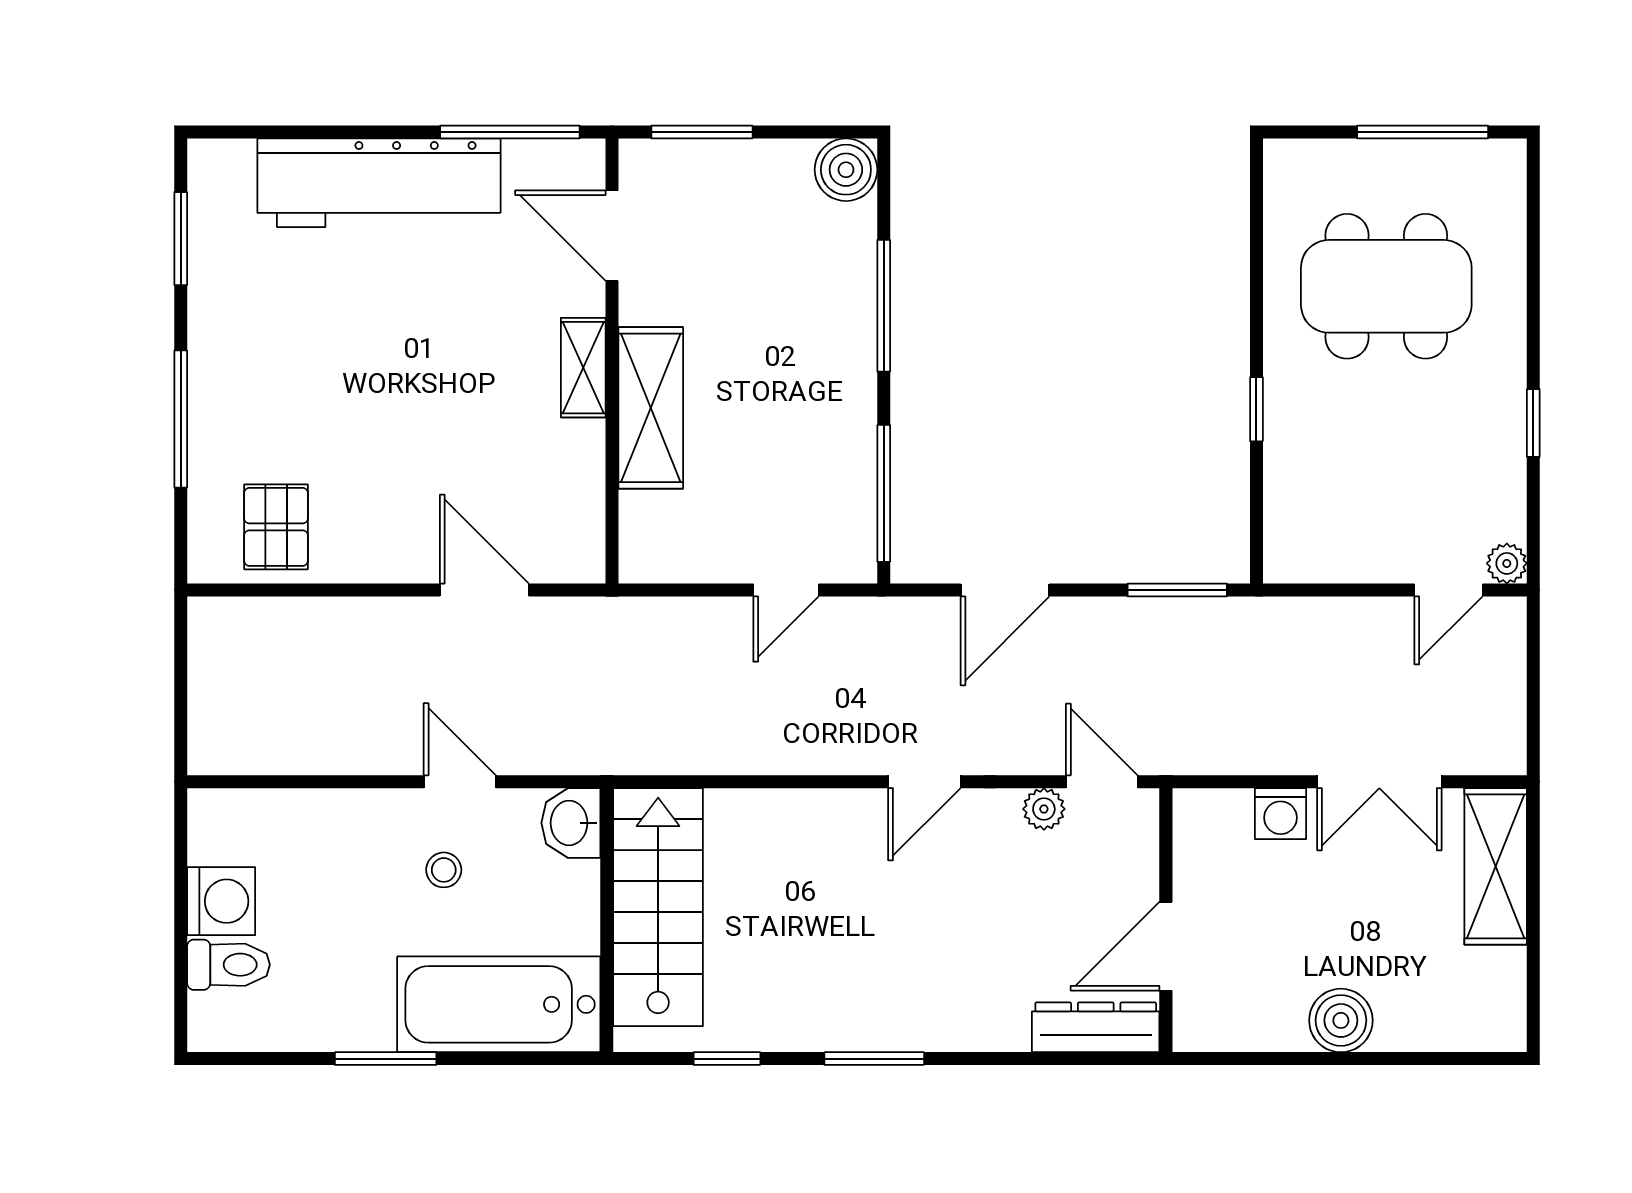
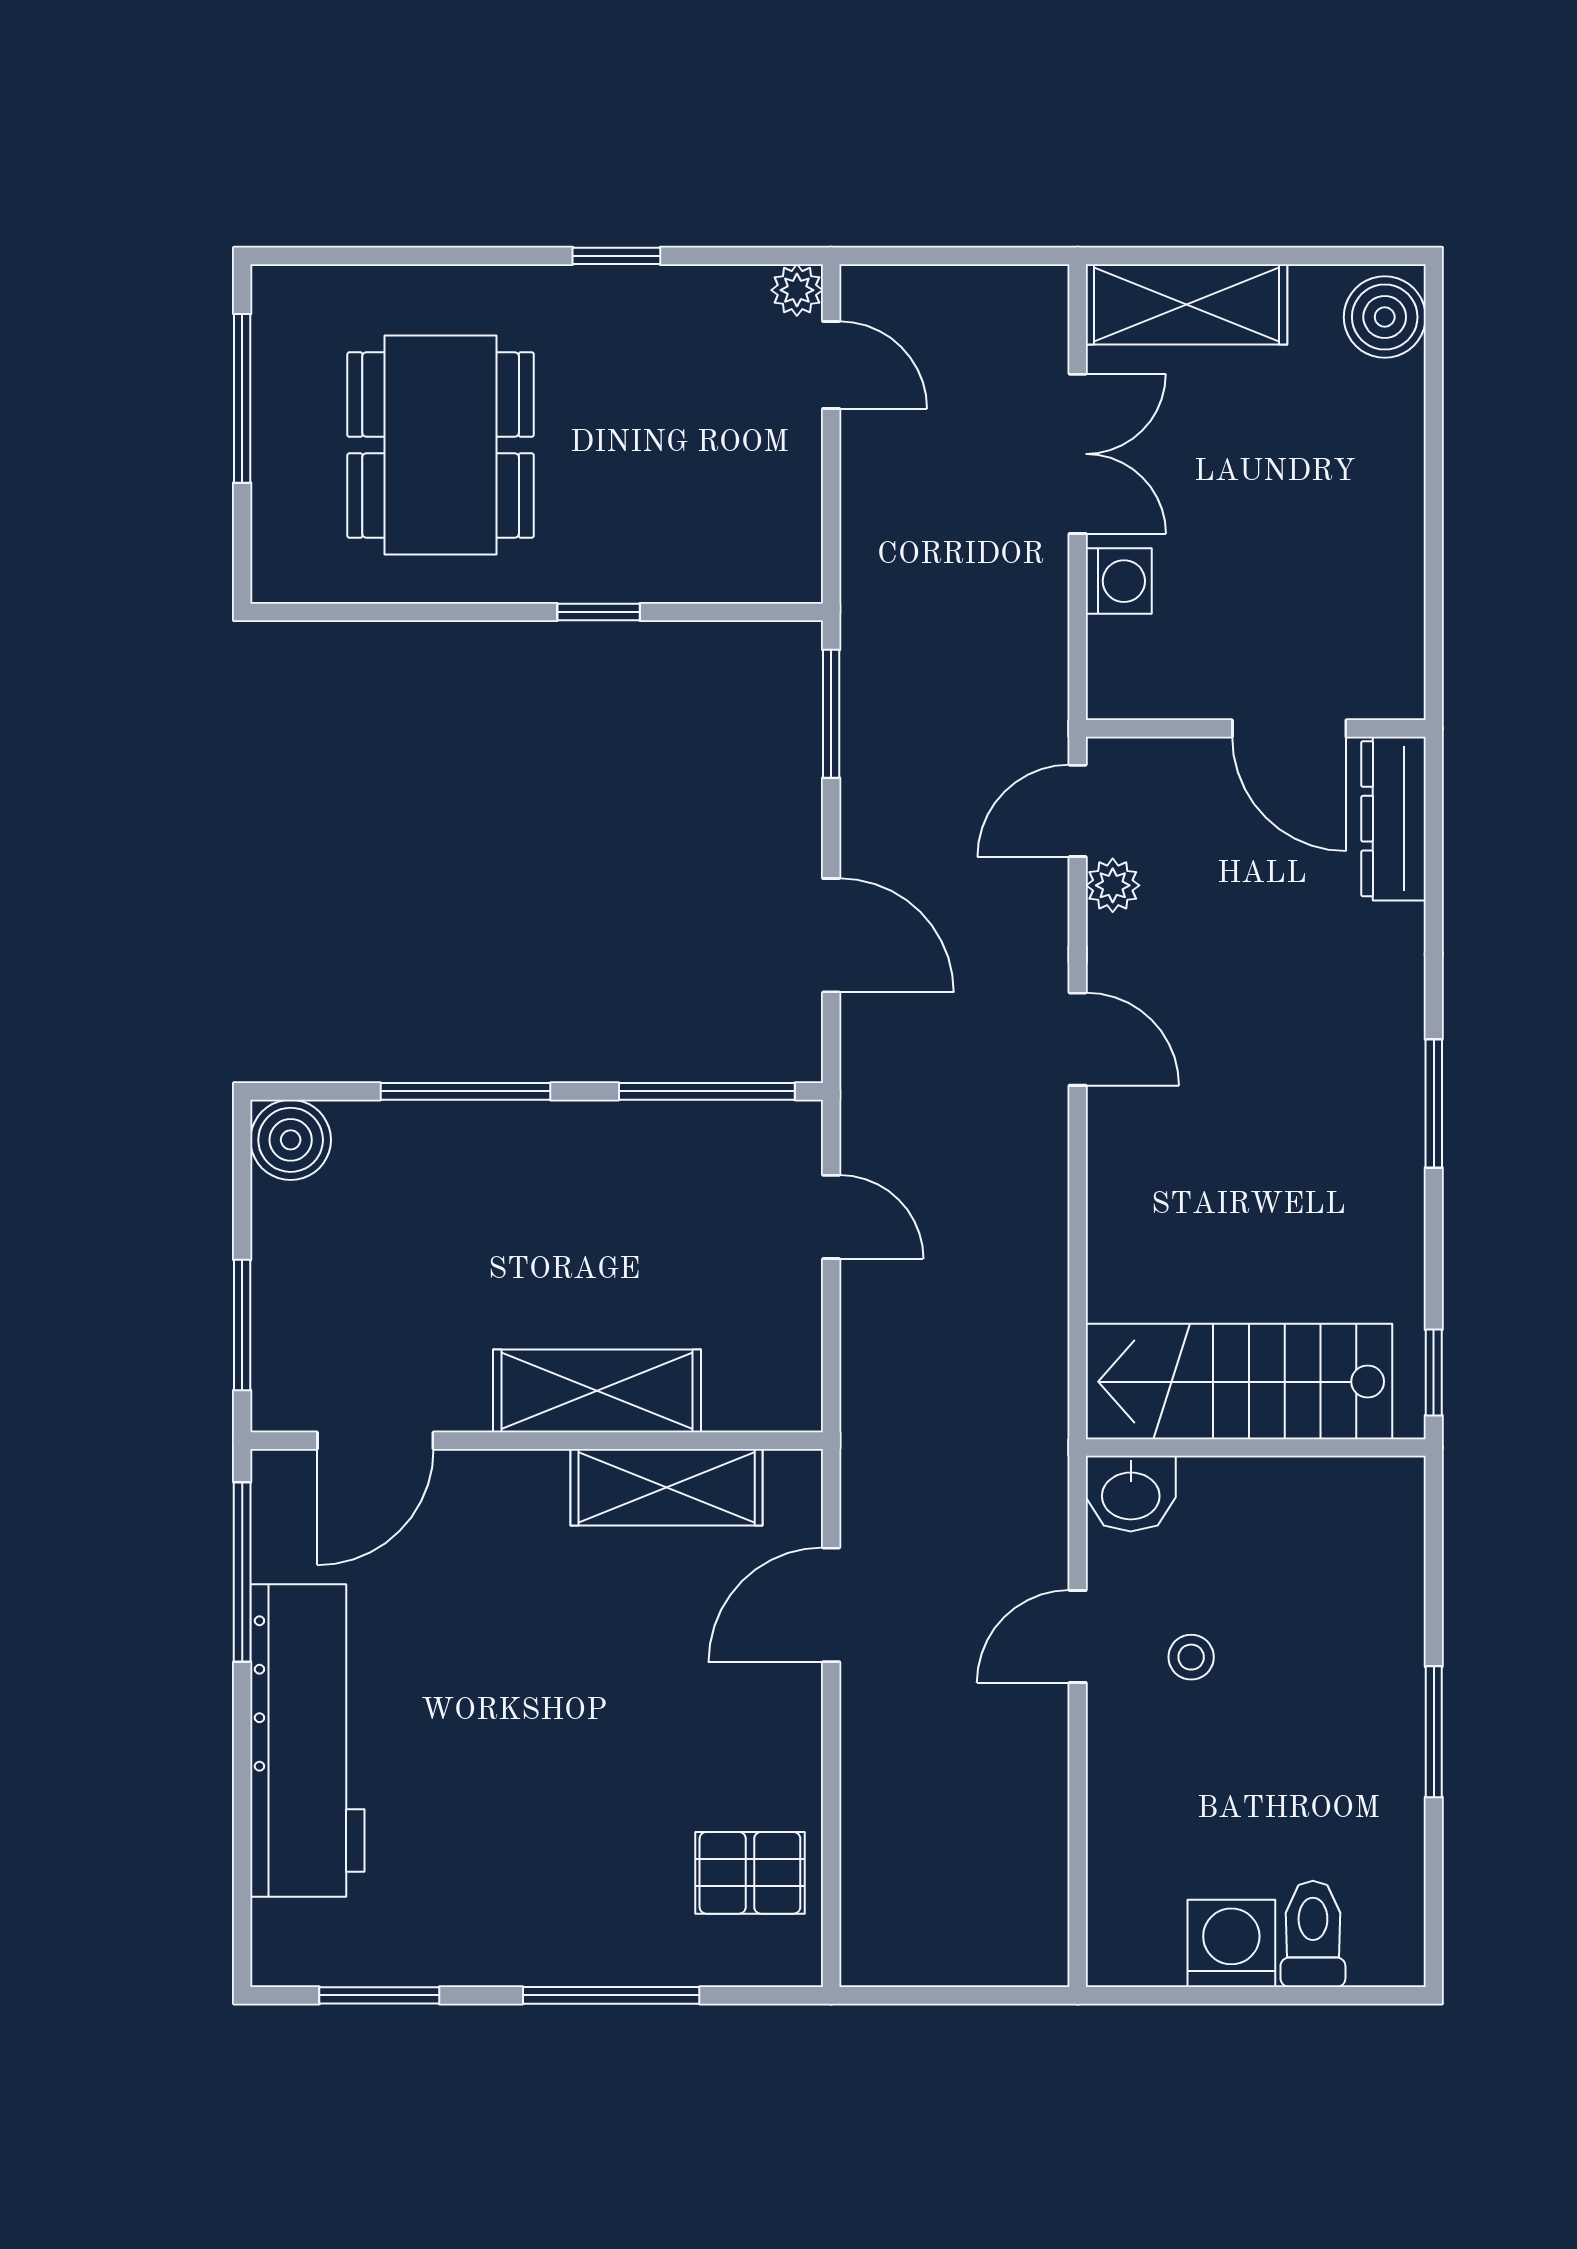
shelving: (583, 368) -> (667, 1487), moved, width x1.50, depth x1.33
bathtub: (499, 1004) -> (1364, 1586), removed
boiler: (1341, 1020) -> (1385, 317), moved
window: (727, 1059) -> (1434, 1372), moved

